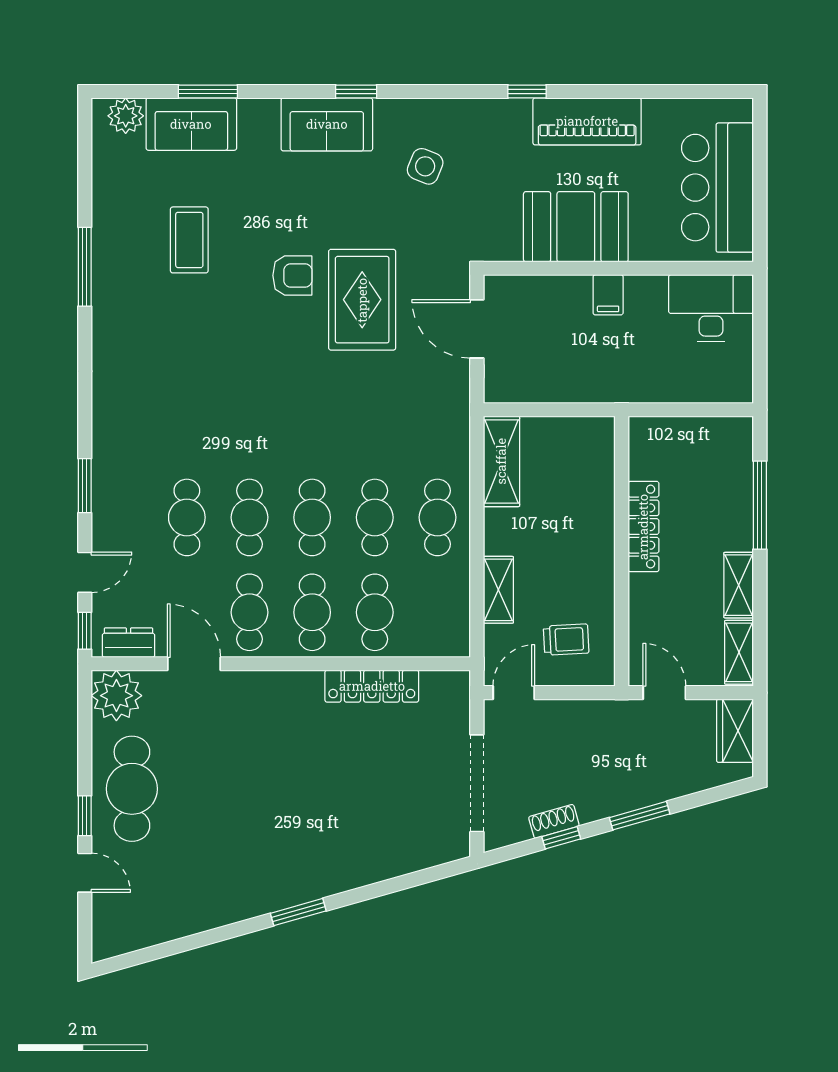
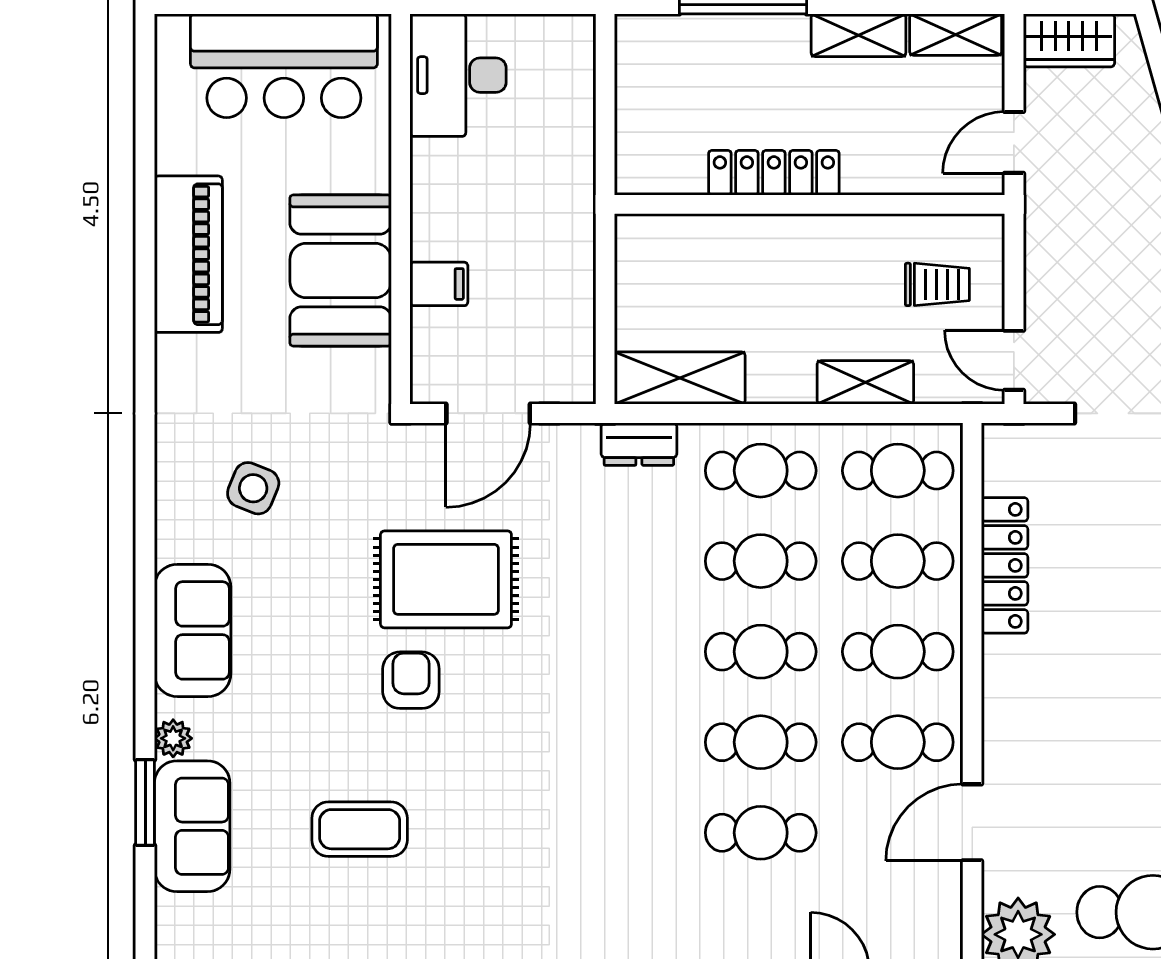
window: (356, 91) -> (145, 588), removed
window: (527, 91) -> (145, 341), removed
plant: (126, 116) -> (173, 738), moved, width x0.73, depth x0.73
filing cabinet: (608, 295) -> (439, 284), moved
cafe table: (437, 612) -> (898, 471), added
trolley: (566, 640) -> (937, 284), turned 93
dresser: (128, 643) -> (639, 444), moved, turned -90

